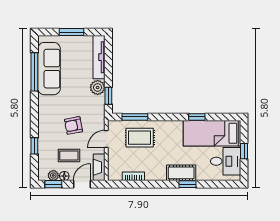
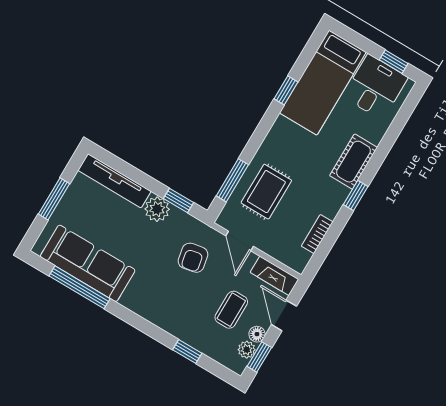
armchair: (74, 125) -> (193, 258), moved
window: (244, 151) -> (394, 62), moved
window: (187, 184) -> (356, 195), moved

